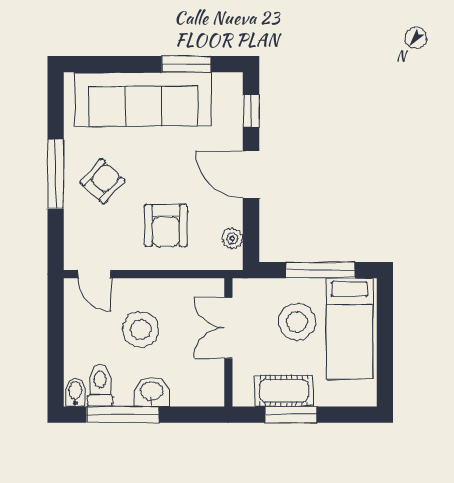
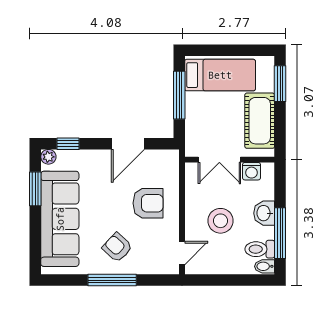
door: (251, 175) -> (128, 144), moved
plant: (232, 239) -> (48, 157), moved
stool: (297, 322) -> (215, 112), removed
washing machine: (212, 374) -> (252, 171), added
cot: (284, 391) -> (260, 121), width x1.37, depth x1.34
window: (291, 415) -> (280, 84), moved

